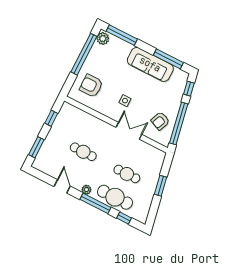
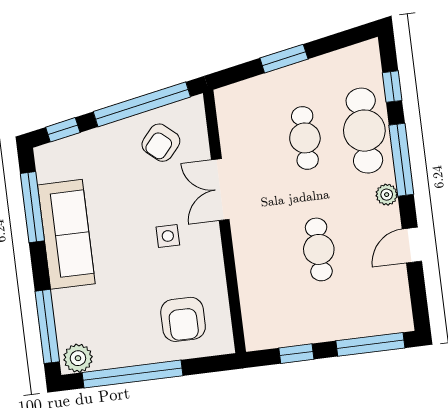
armchair: (160, 121) -> (161, 143), turned 108
window: (36, 147) -> (370, 344), width x1.44

